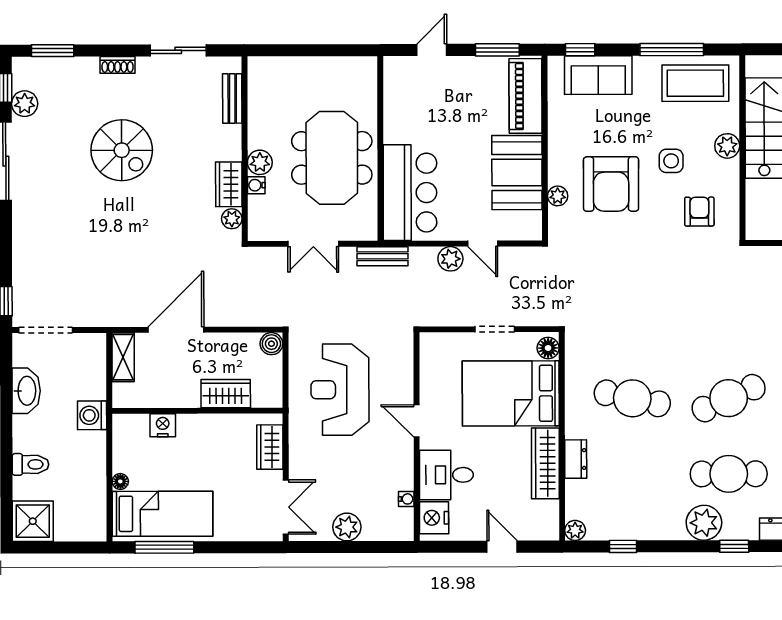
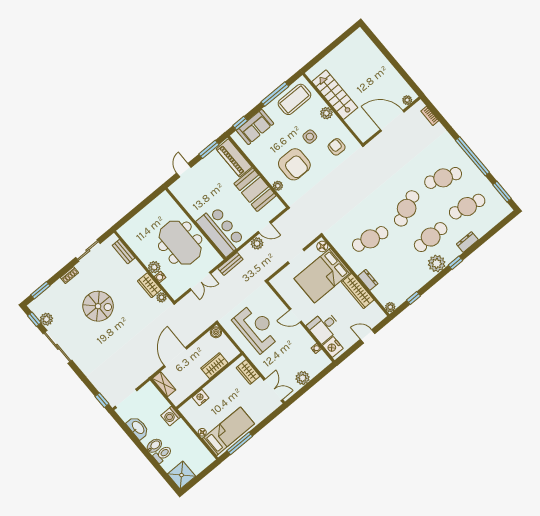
reception desk: (340, 390) -> (256, 328), turned 180
bidet: (28, 440) -> (154, 446), added

